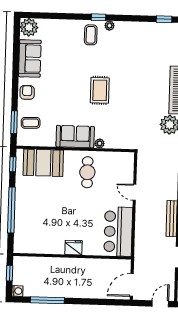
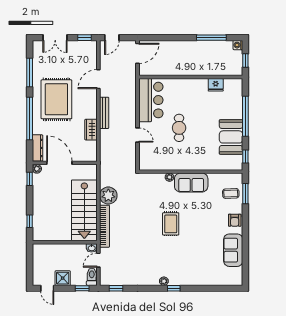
plant: (29, 27) -> (235, 278), removed
coffee table: (91, 35) -> (180, 273), removed
booth: (43, 163) -> (231, 137), moved, turned 90
cafe table: (87, 172) -> (179, 128), moved
fridge: (73, 248) -> (216, 85), moved

